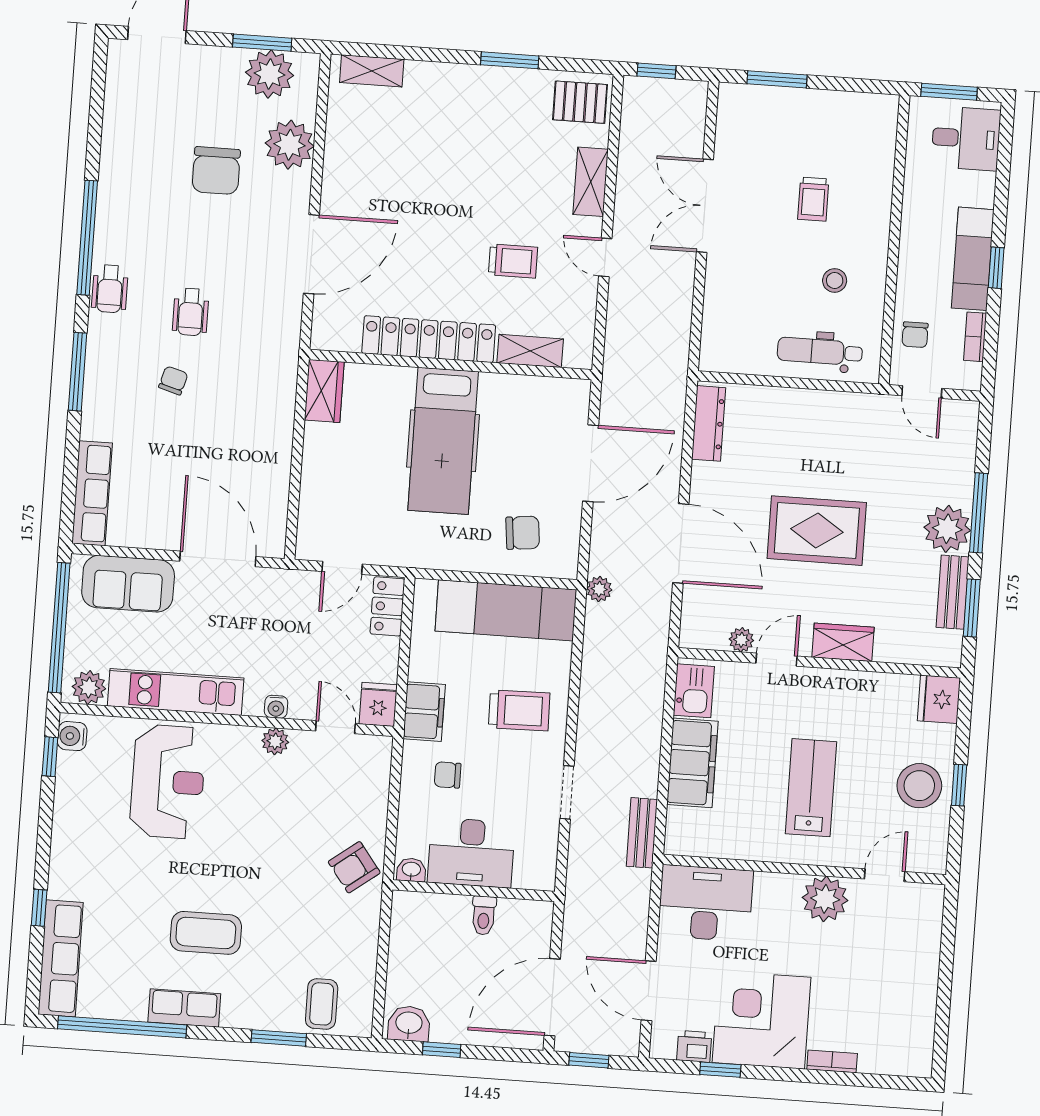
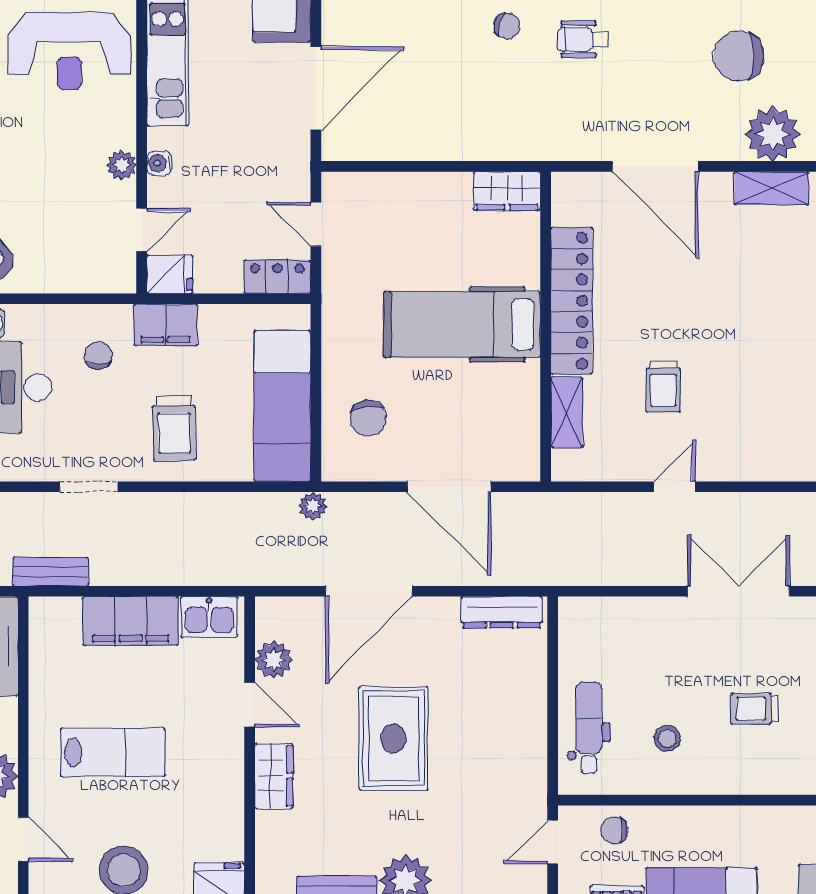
shelving: (591, 182) -> (771, 188), moved
plant: (741, 640) -> (274, 660), width x1.38, depth x1.38

